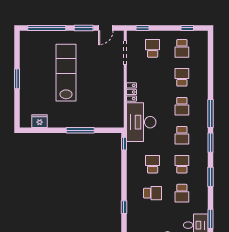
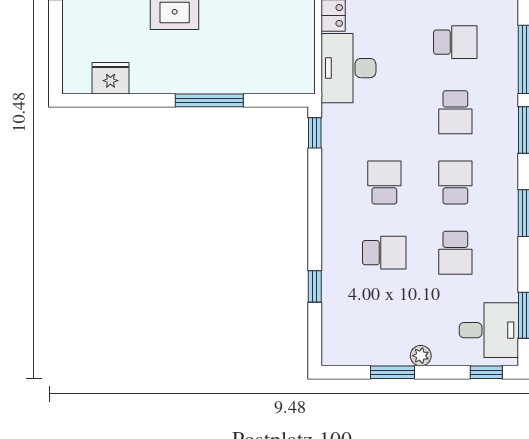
school desk: (182, 106) -> (455, 42), turned -90
desk: (141, 122) -> (348, 68), width x0.73, depth x0.77

